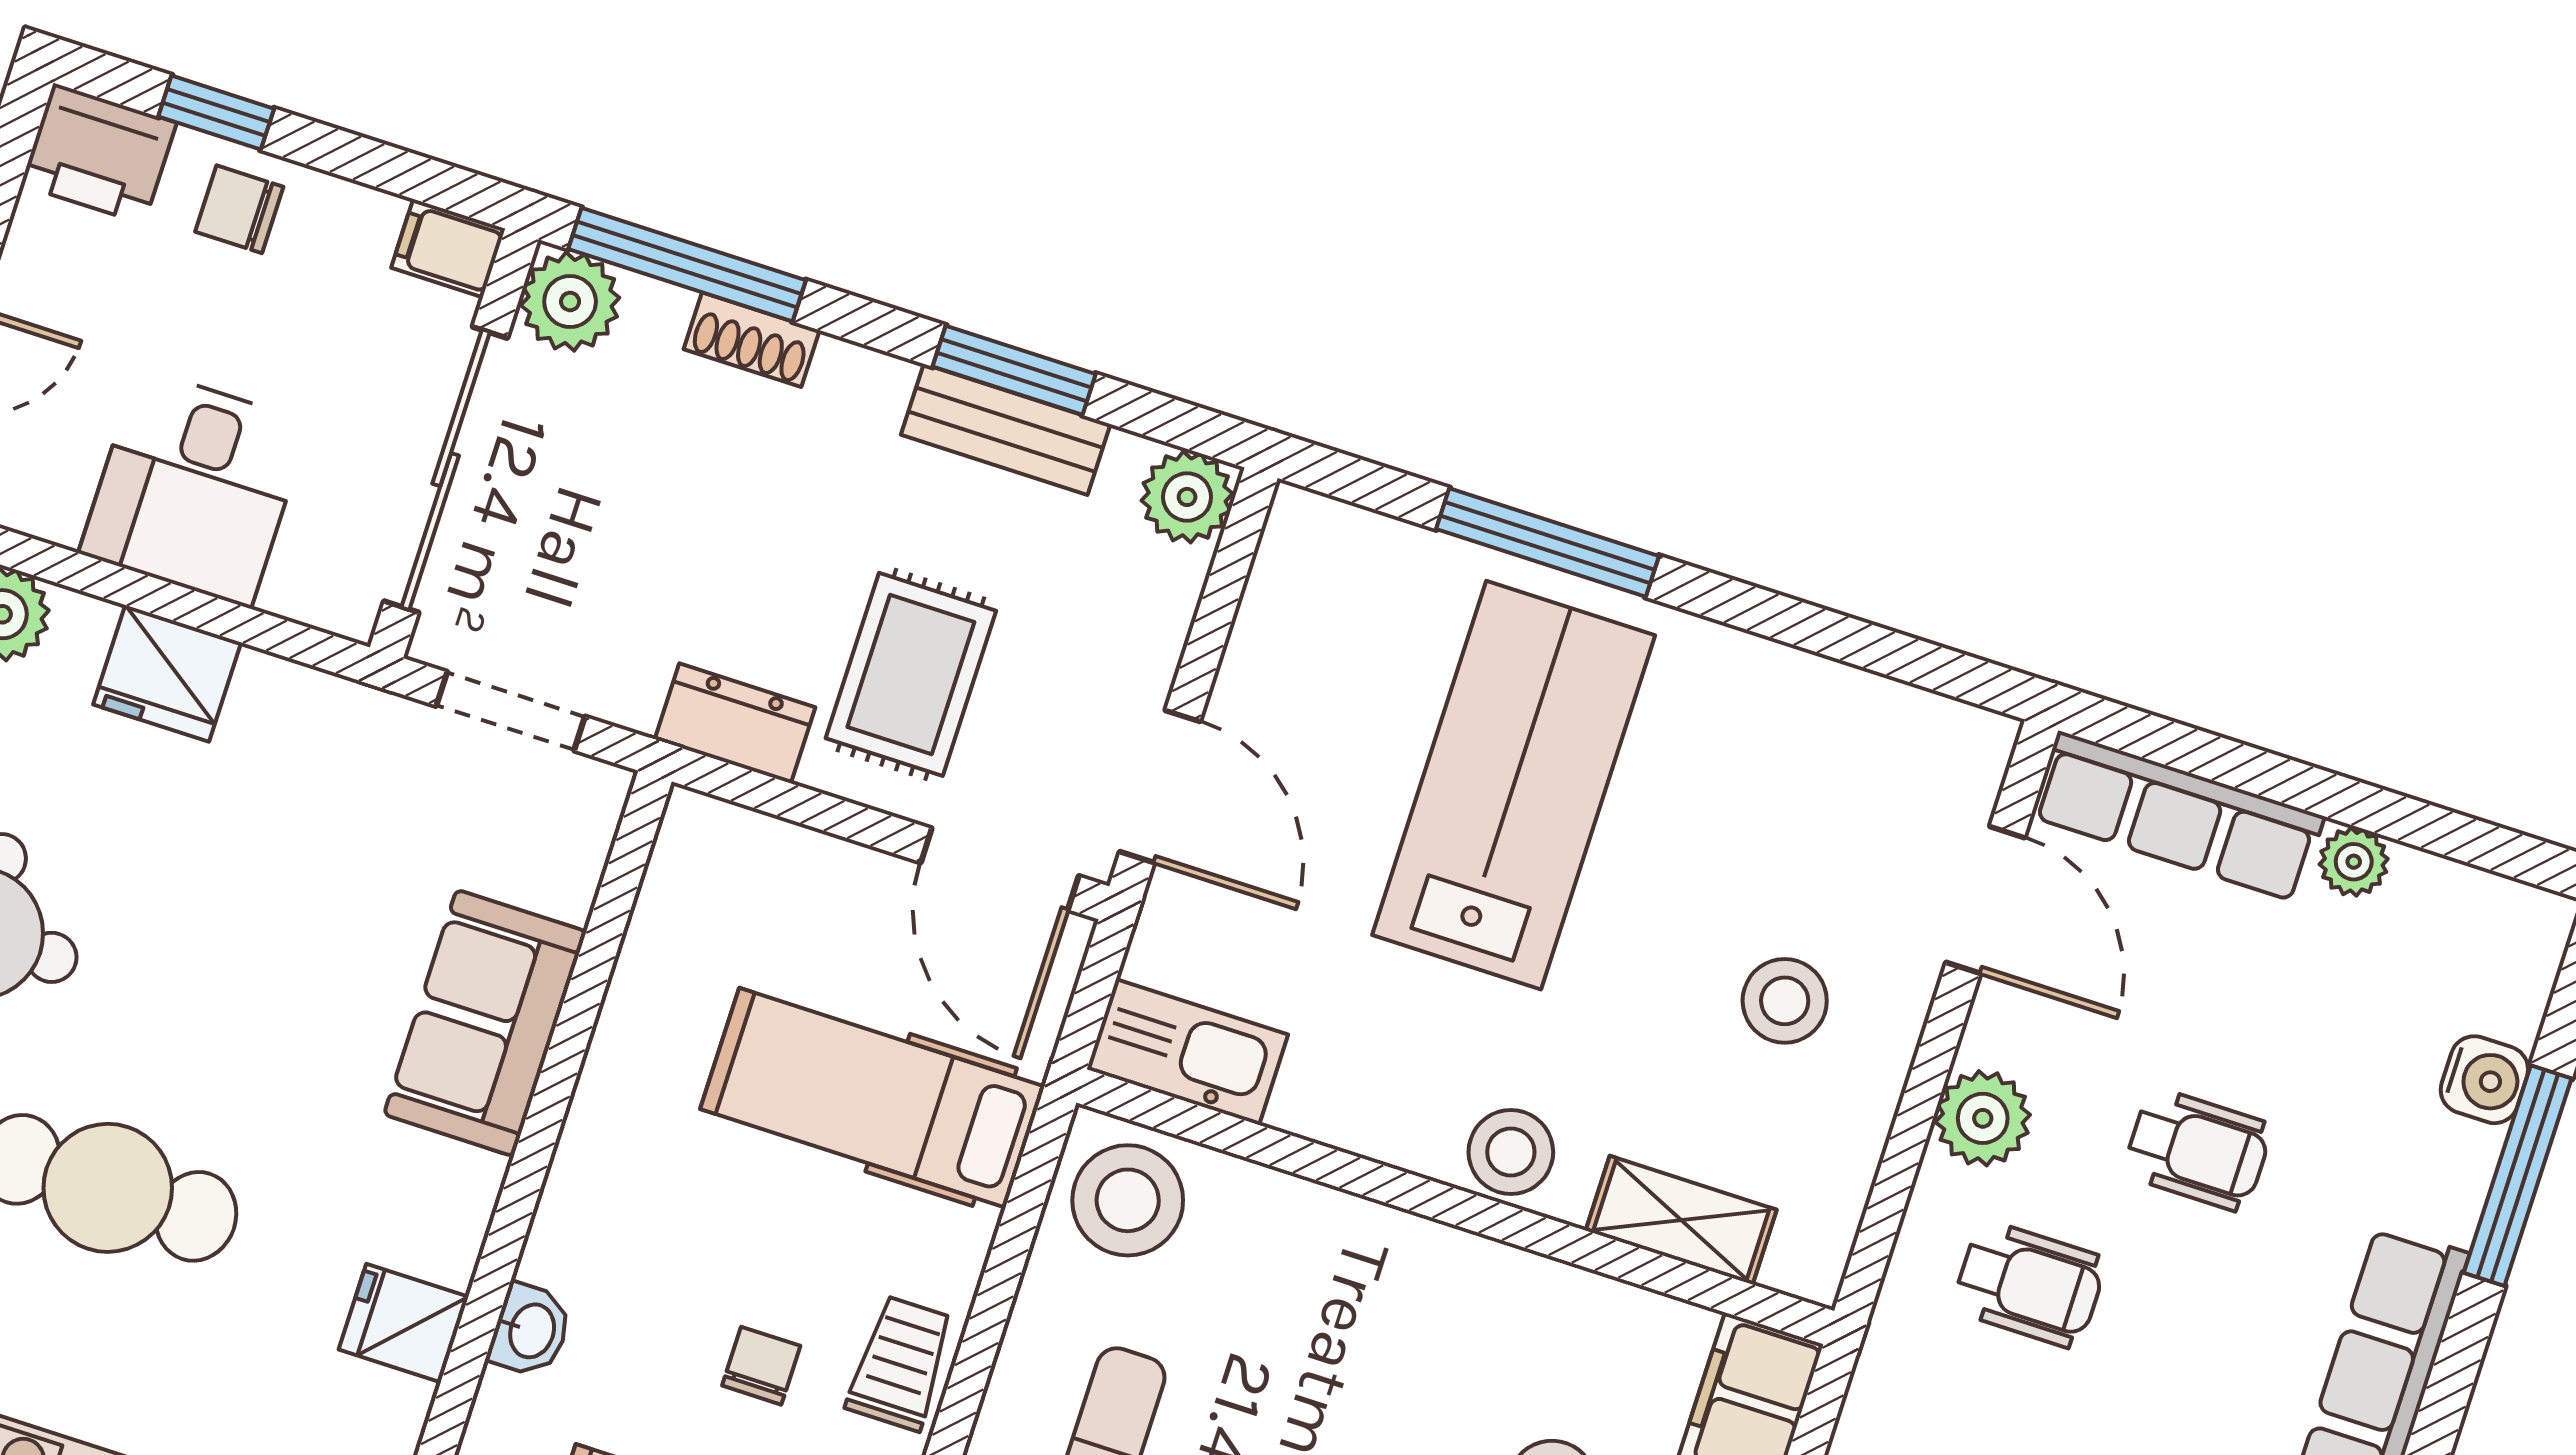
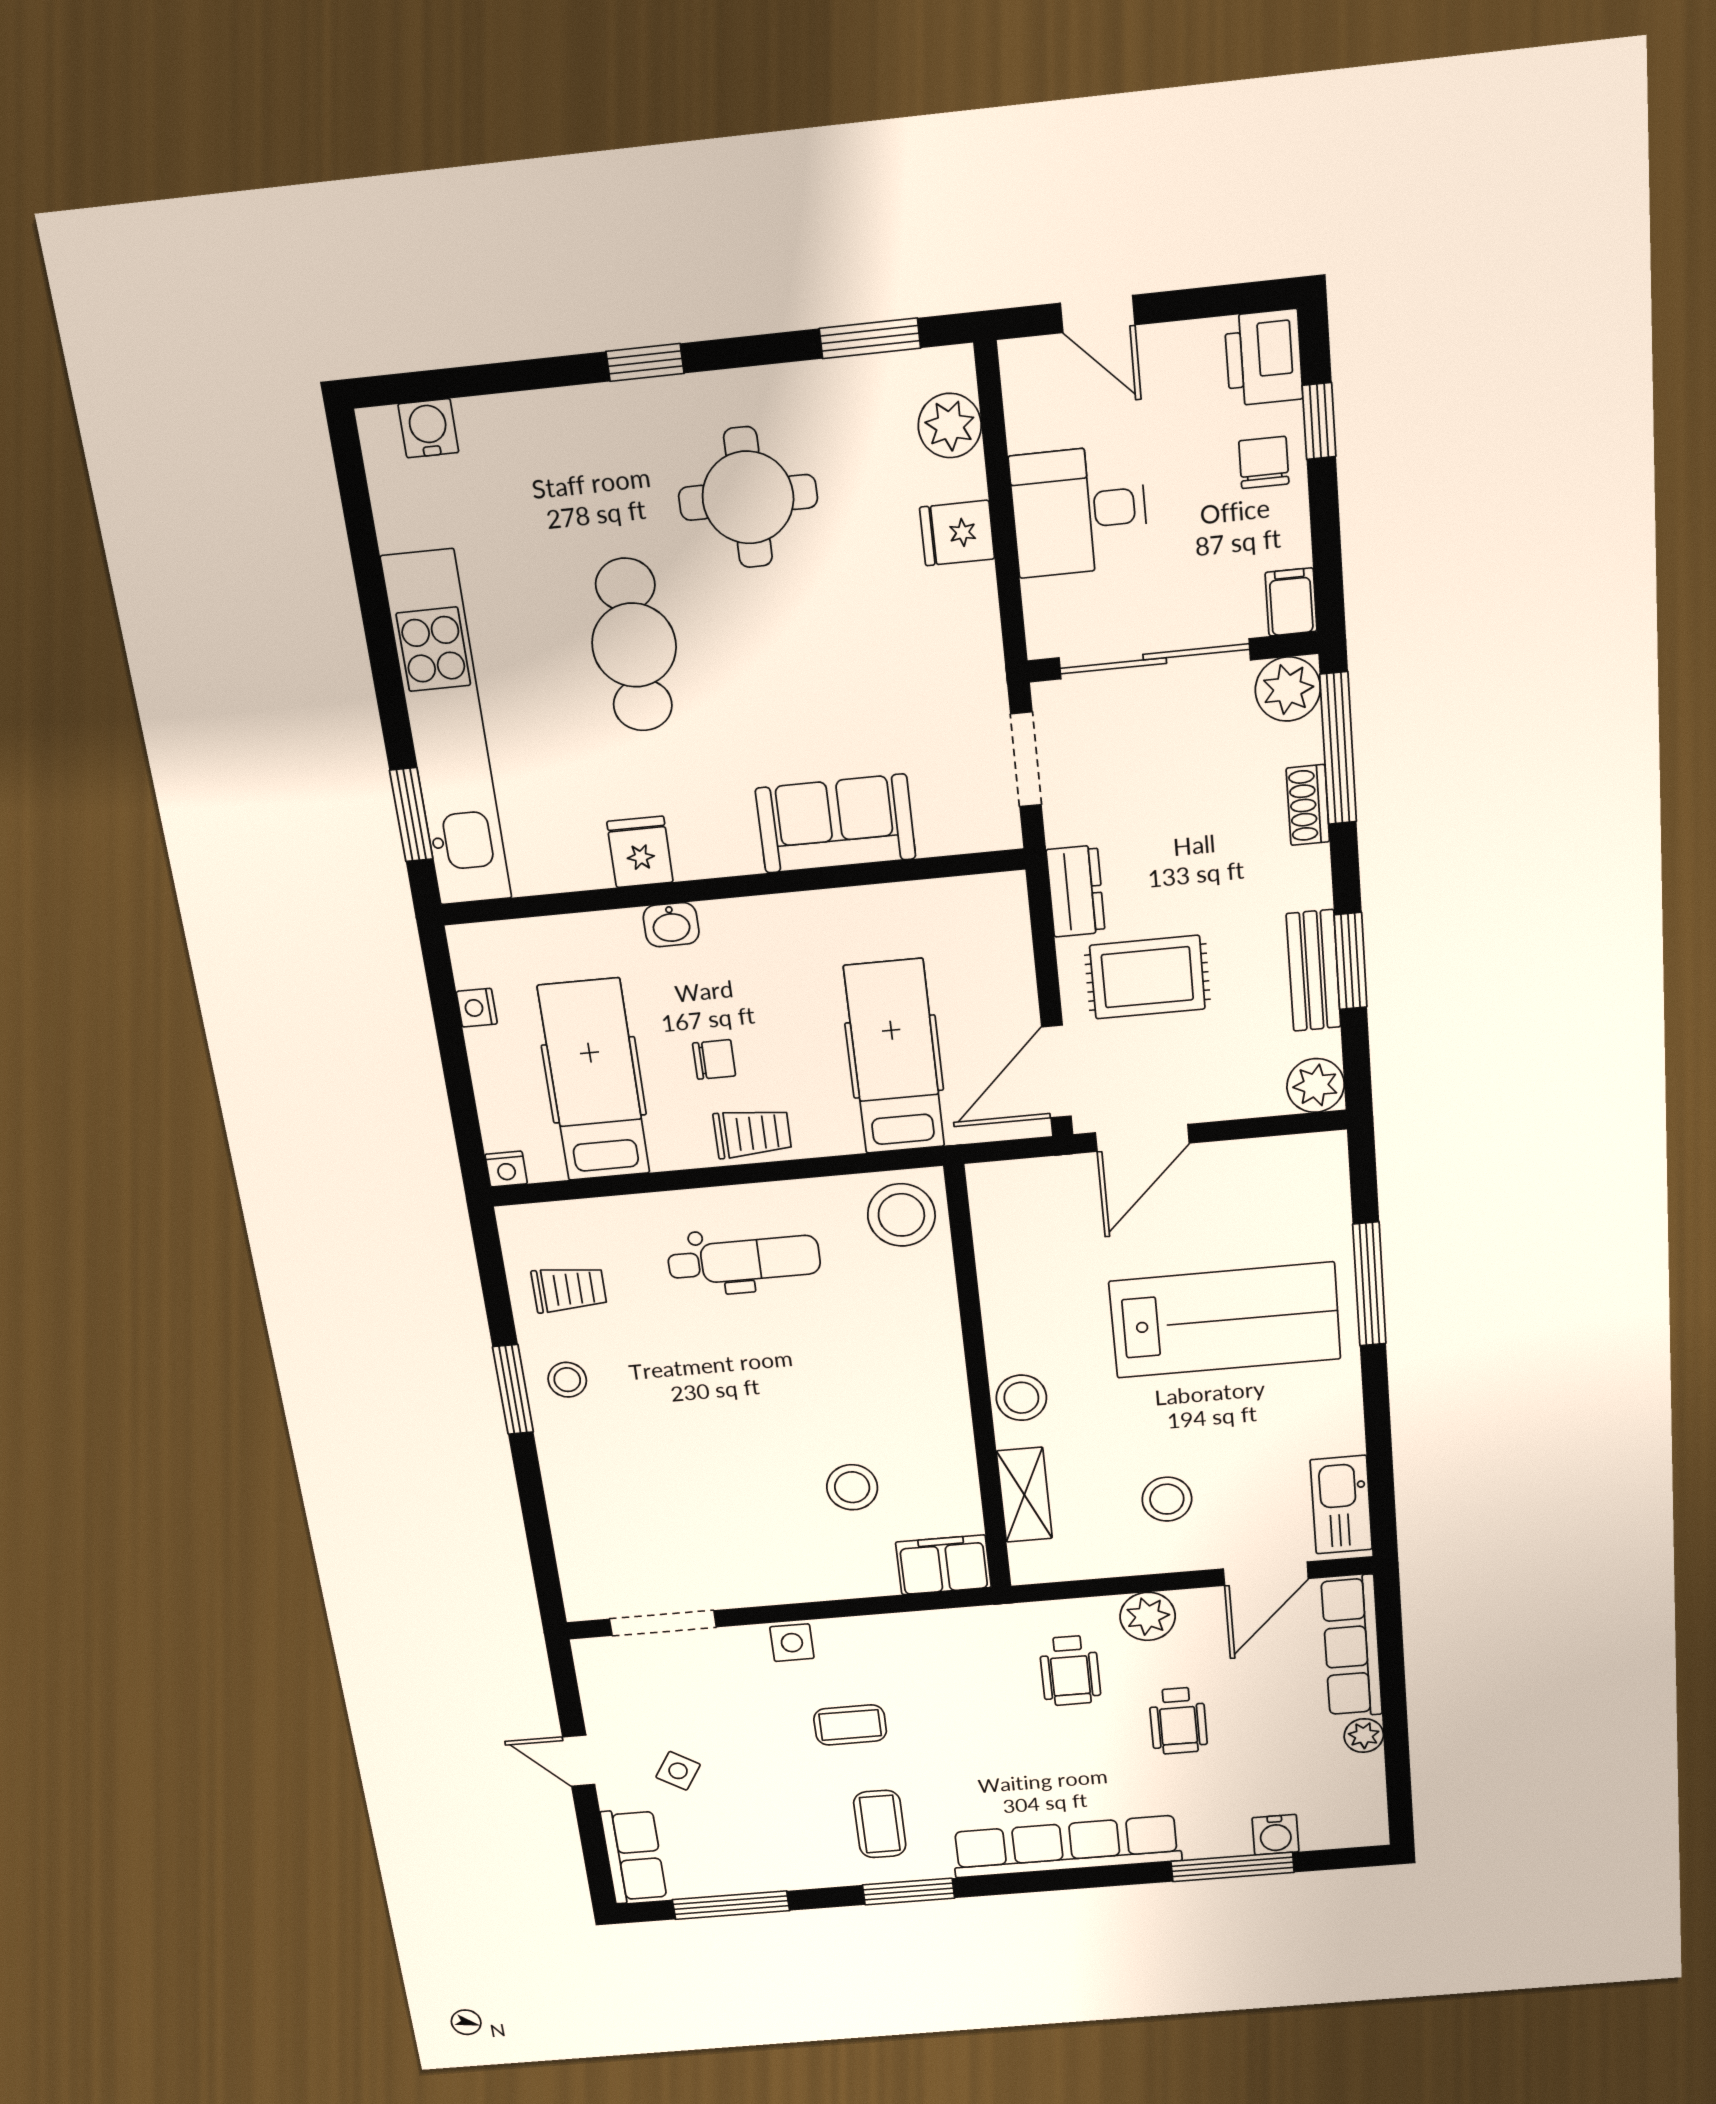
fridge: (167, 673) -> (957, 533), width x0.72
kitchen sink: (1187, 1052) -> (1341, 1505), moved, turned 180

